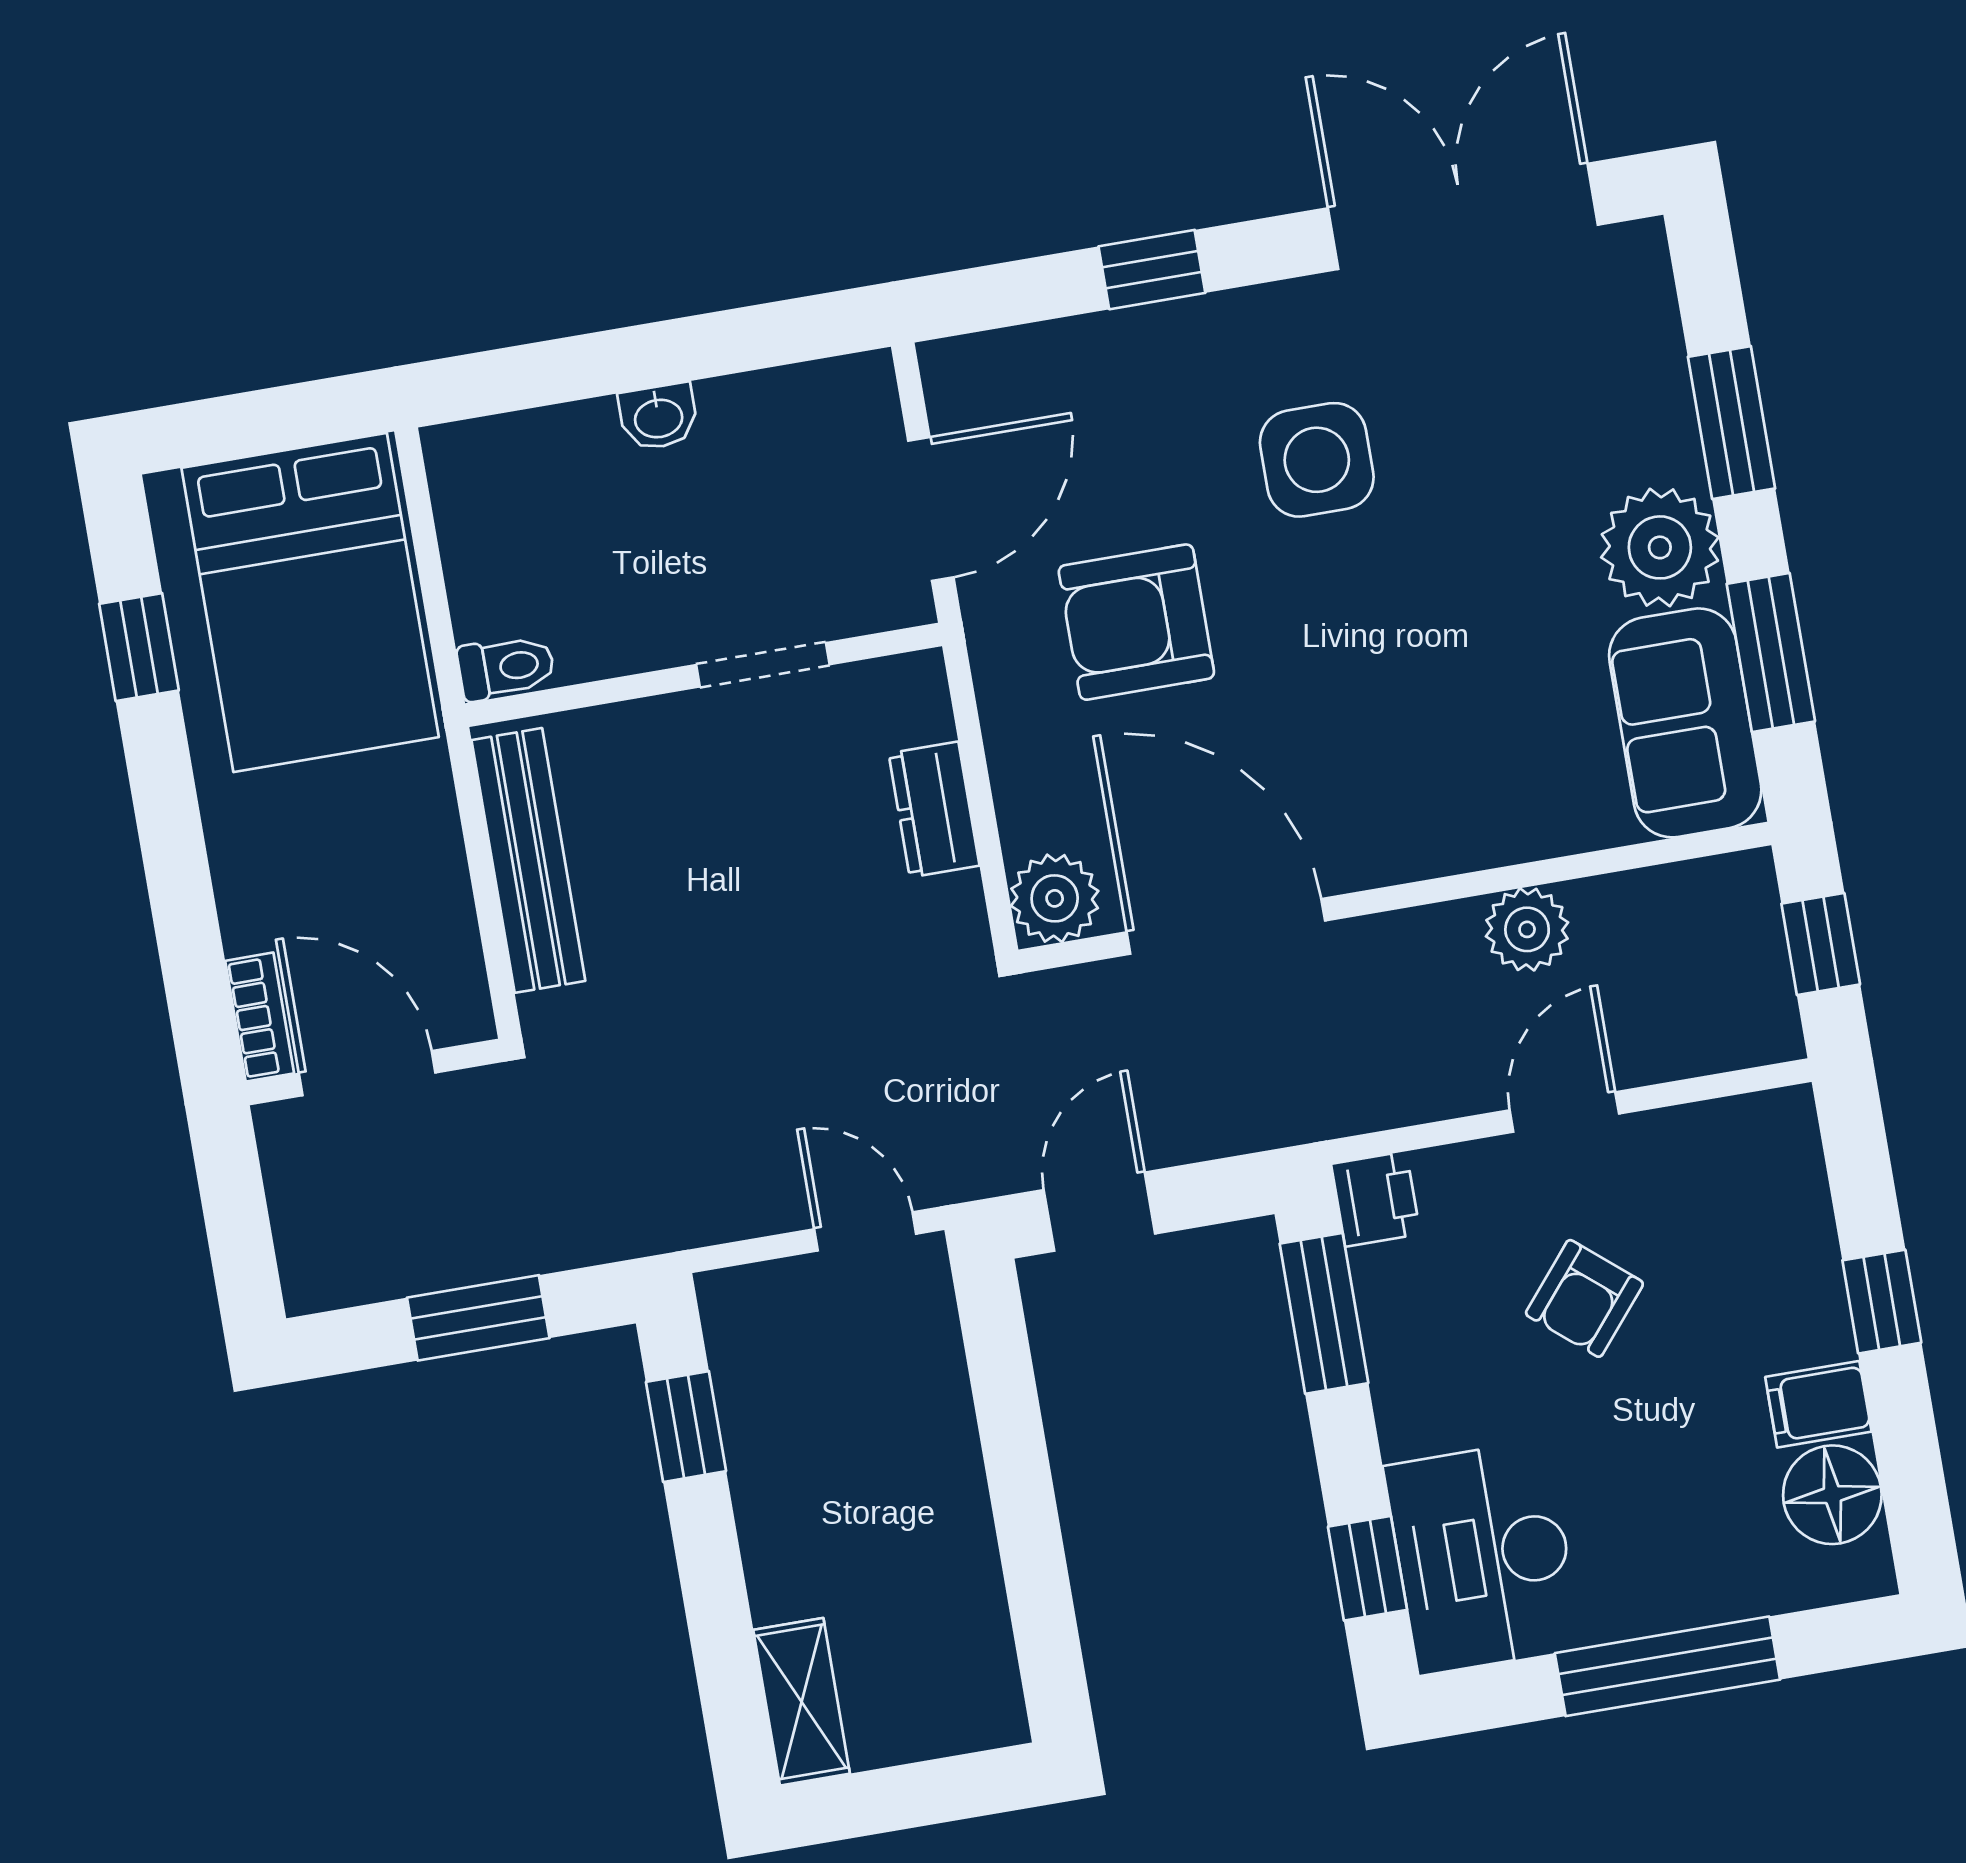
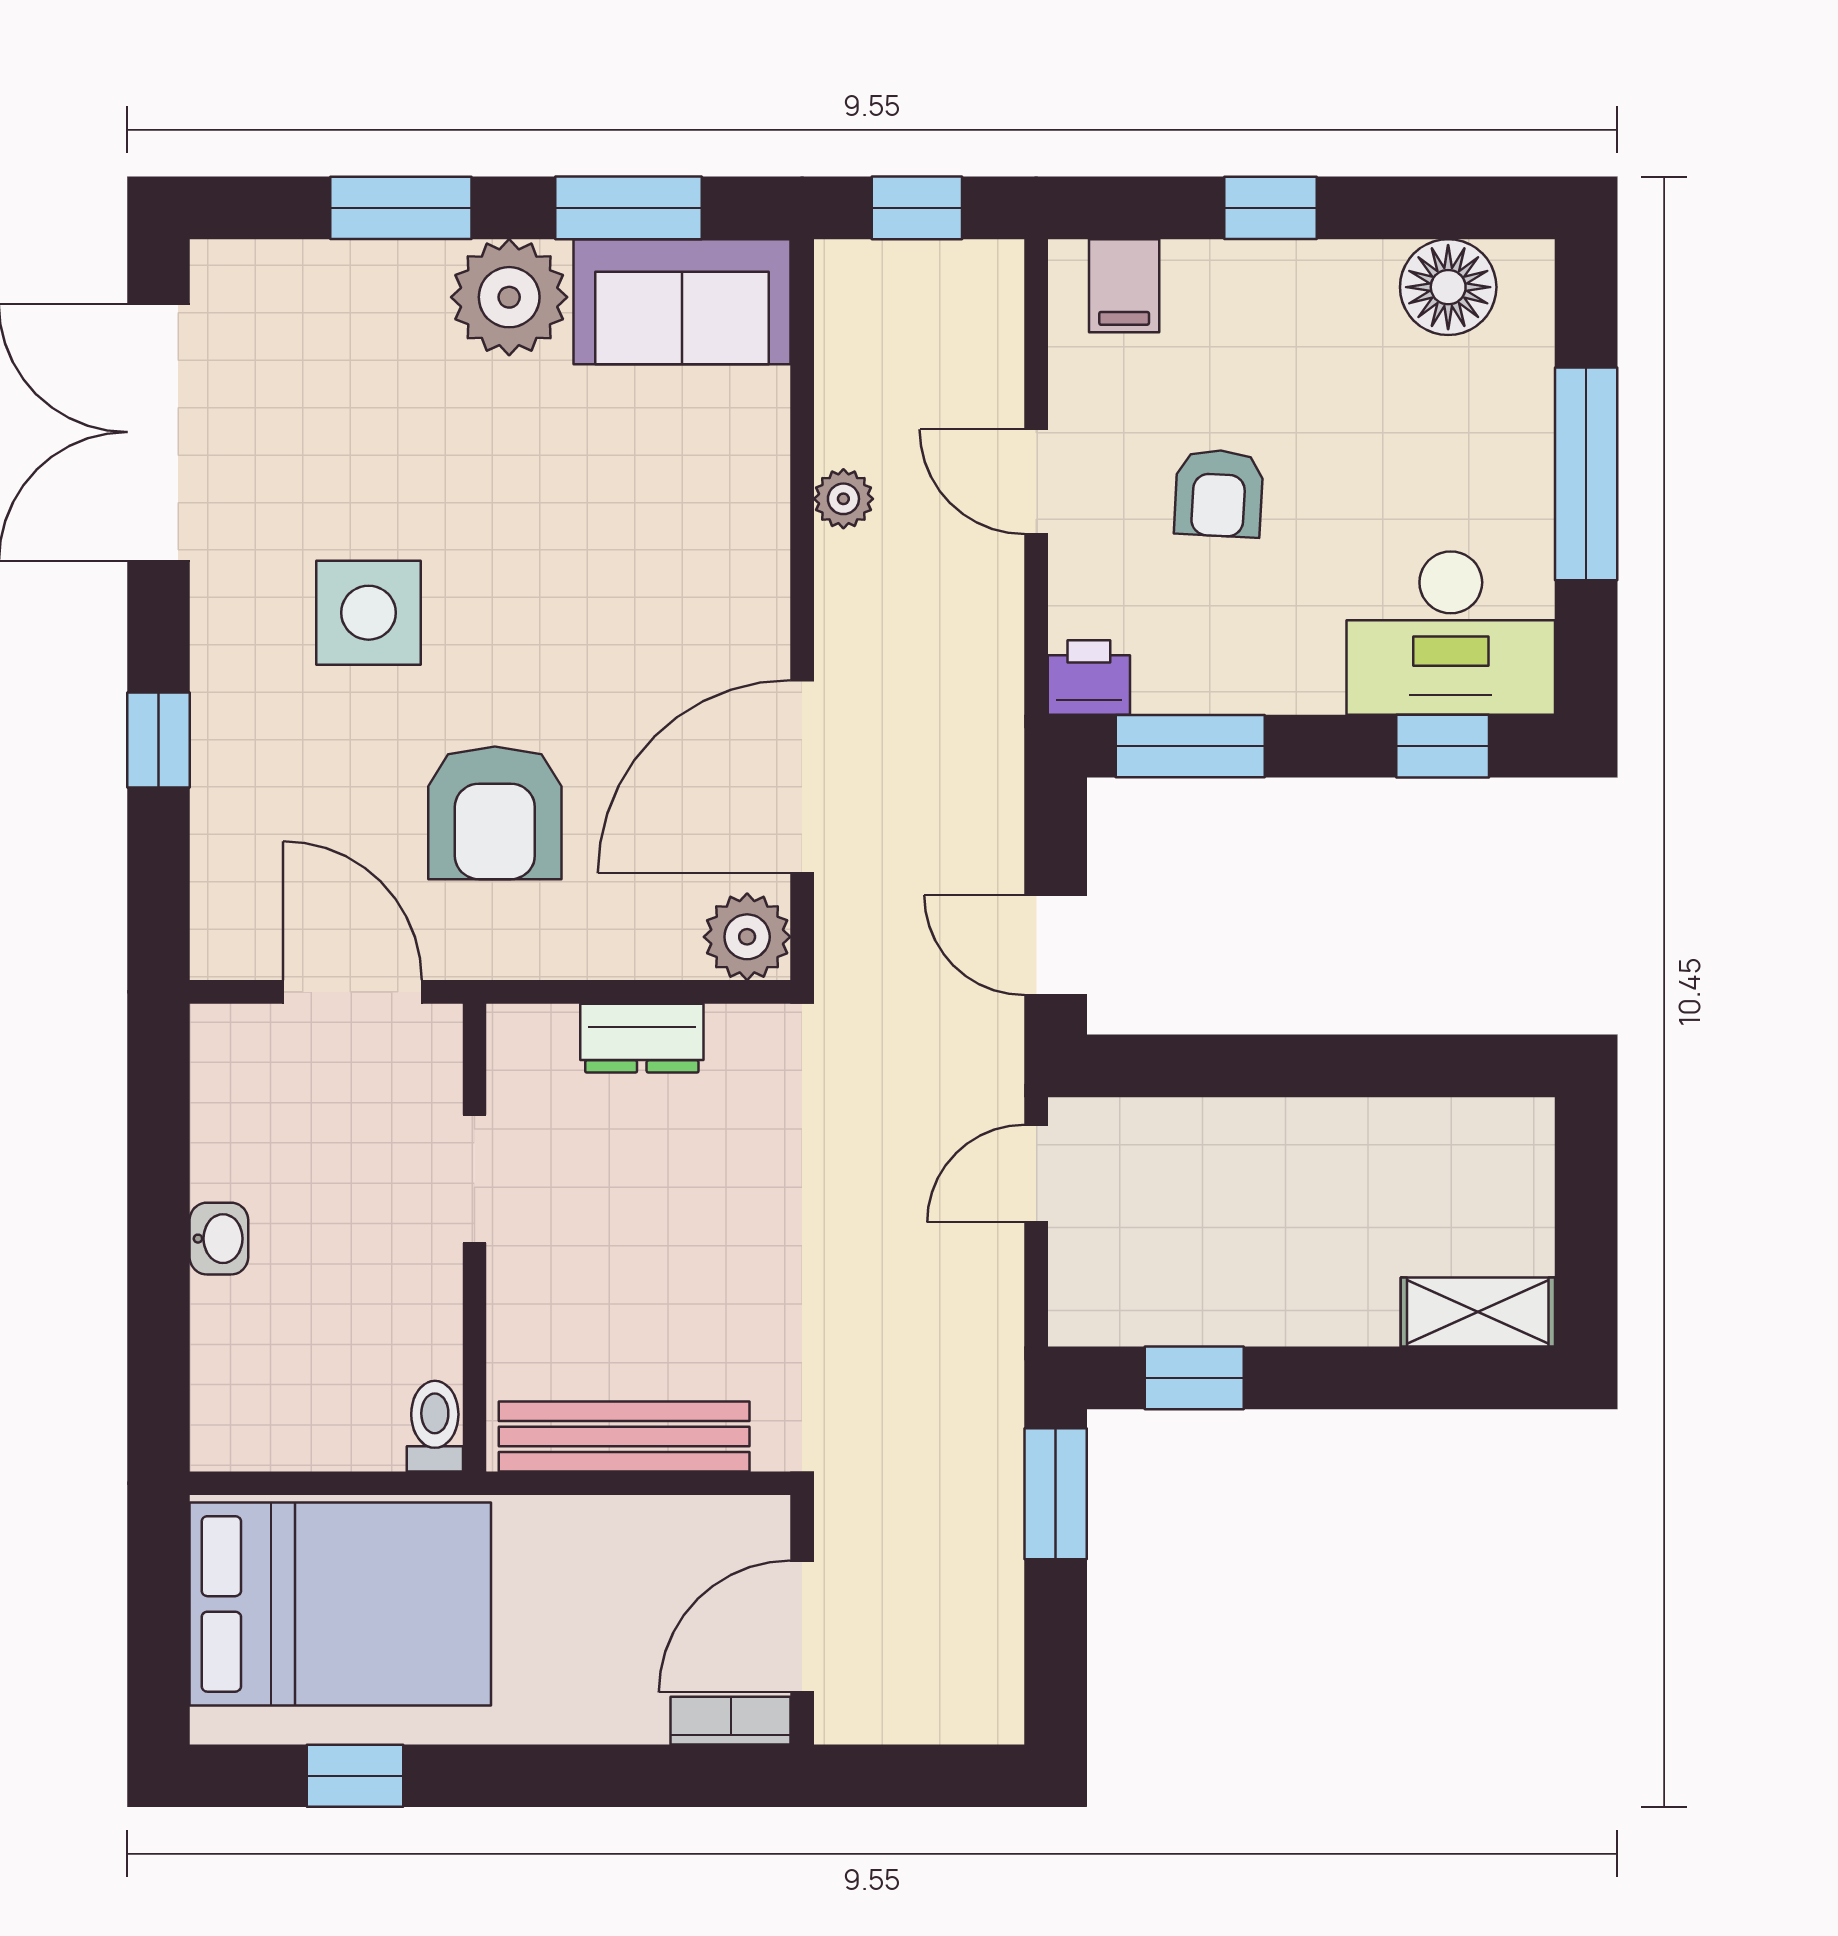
plant: (1527, 929) -> (843, 499), width x0.73, depth x0.73
armchair: (1584, 1298) -> (1219, 493), turned 53
window: (478, 1318) -> (1056, 1494), moved
filing cabinet: (1818, 1404) -> (1124, 286), moved

